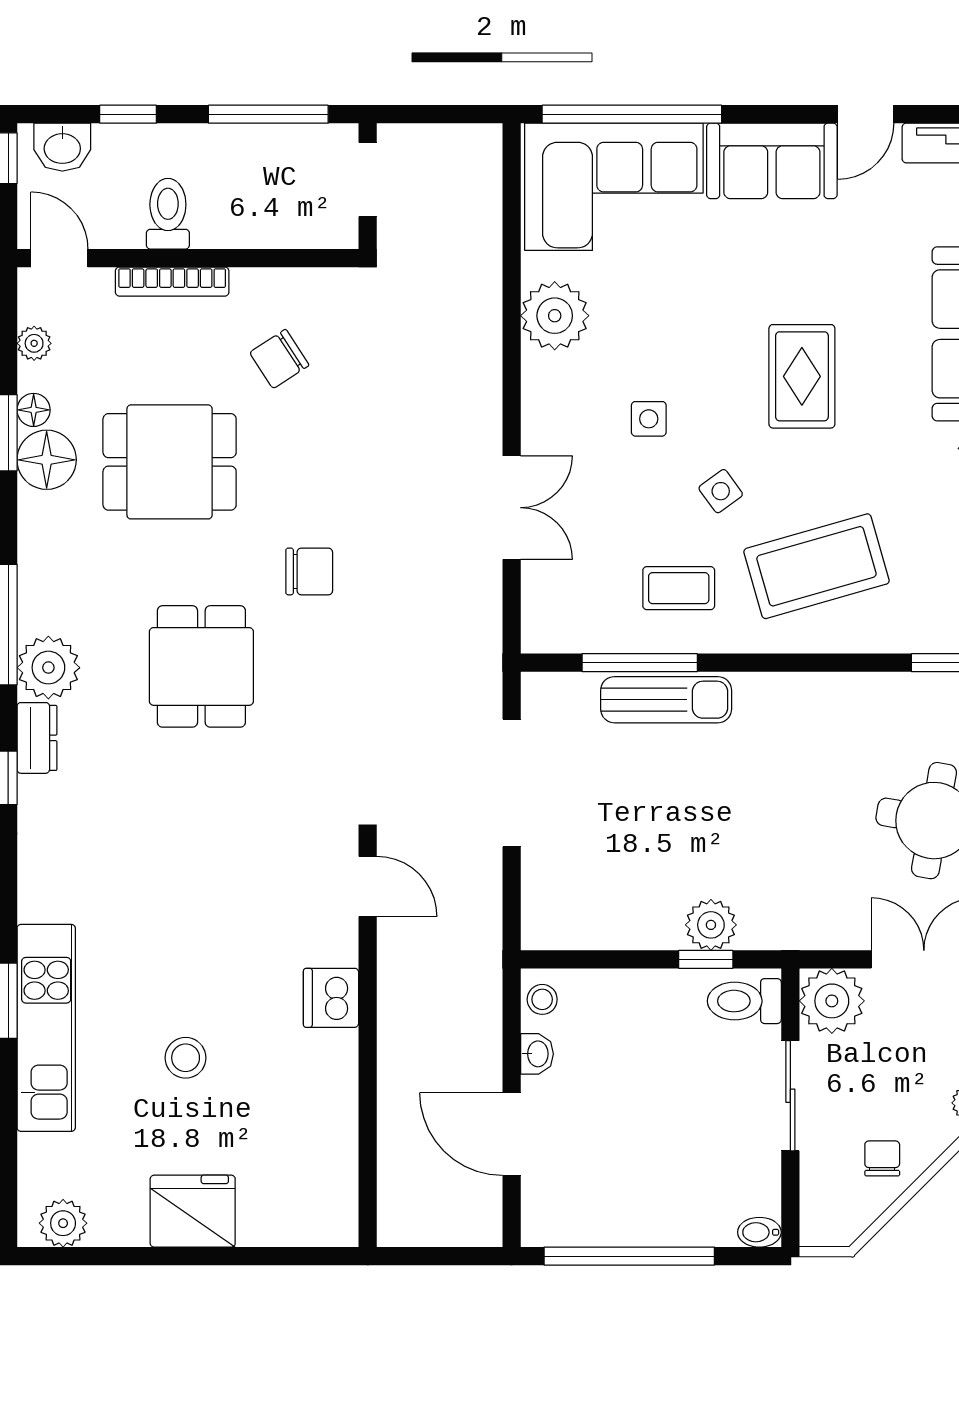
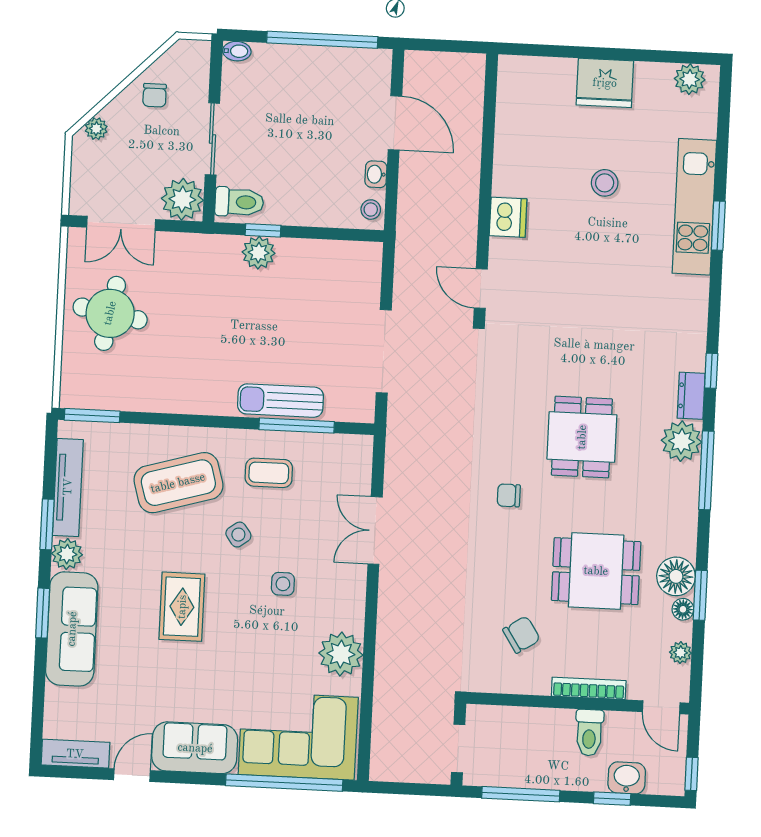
washbasin: (62, 147) -> (627, 778), moved
chair: (309, 571) -> (509, 495), width x0.73, depth x0.73

